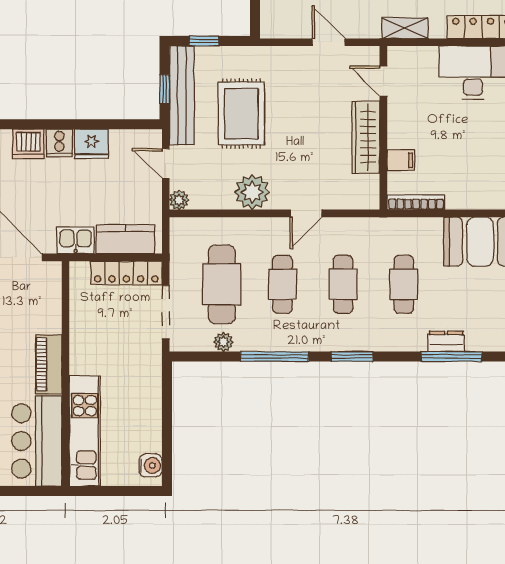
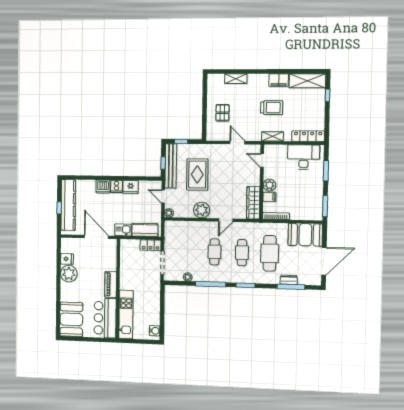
plant: (400, 135) -> (269, 185), added
wardrobe: (366, 137) -> (253, 203), moved
locker: (126, 273) -> (151, 245), width x0.66
cafe table: (222, 284) -> (187, 251), removed
cafe table: (404, 284) -> (270, 253), width x1.37, depth x1.35

